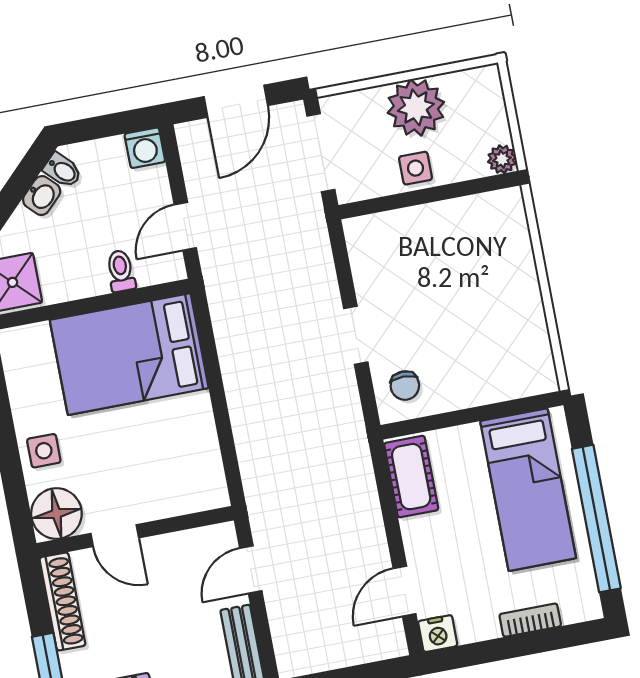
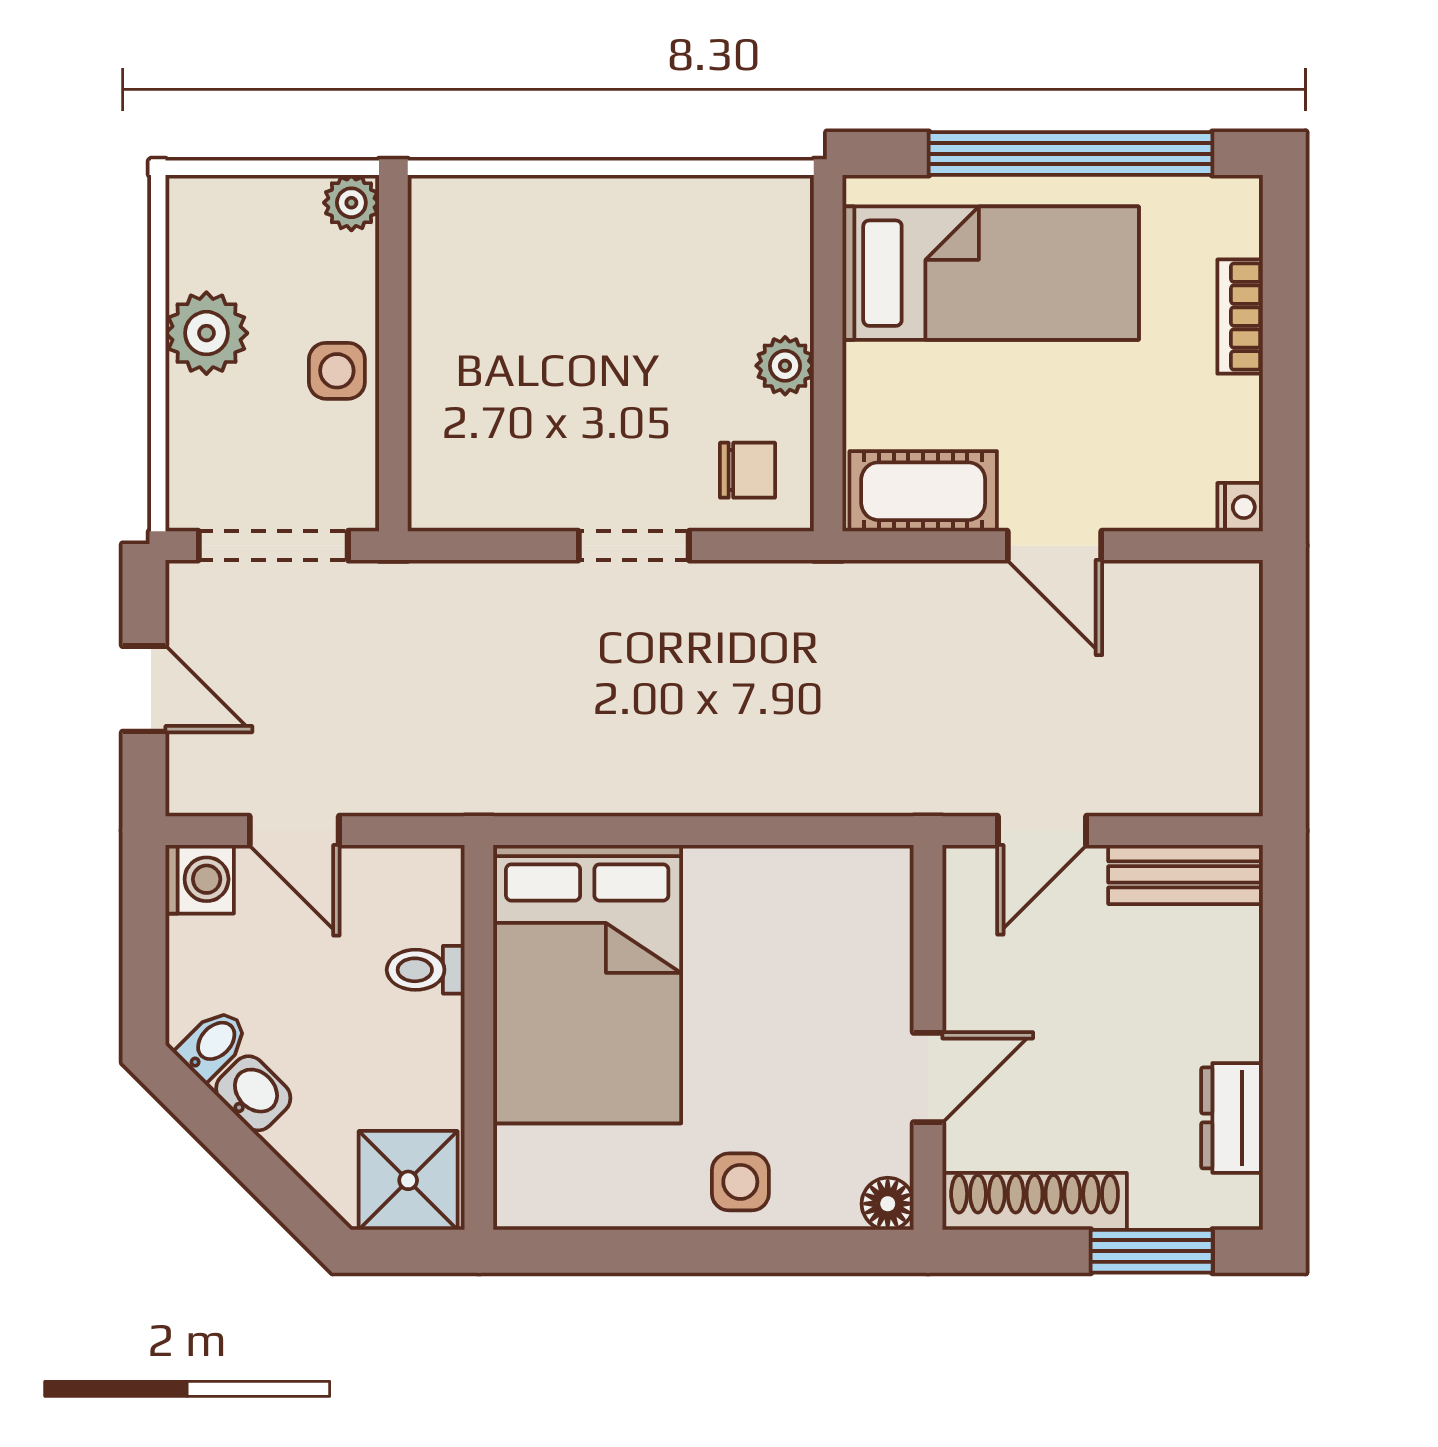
door: (236, 101) -> (144, 689), width x0.73
plant: (416, 107) -> (206, 333), width x0.73, depth x0.73
door: (185, 226) -> (294, 831), moved
plant: (461, 394) -> (785, 366), added
floor lamp: (56, 514) -> (888, 1204), width x0.53, depth x0.53
door: (251, 570) -> (1042, 831), hinge flipped
door: (405, 591) -> (1054, 546), moved
nightstand: (438, 634) -> (1240, 507), width x0.72, depth x0.74

